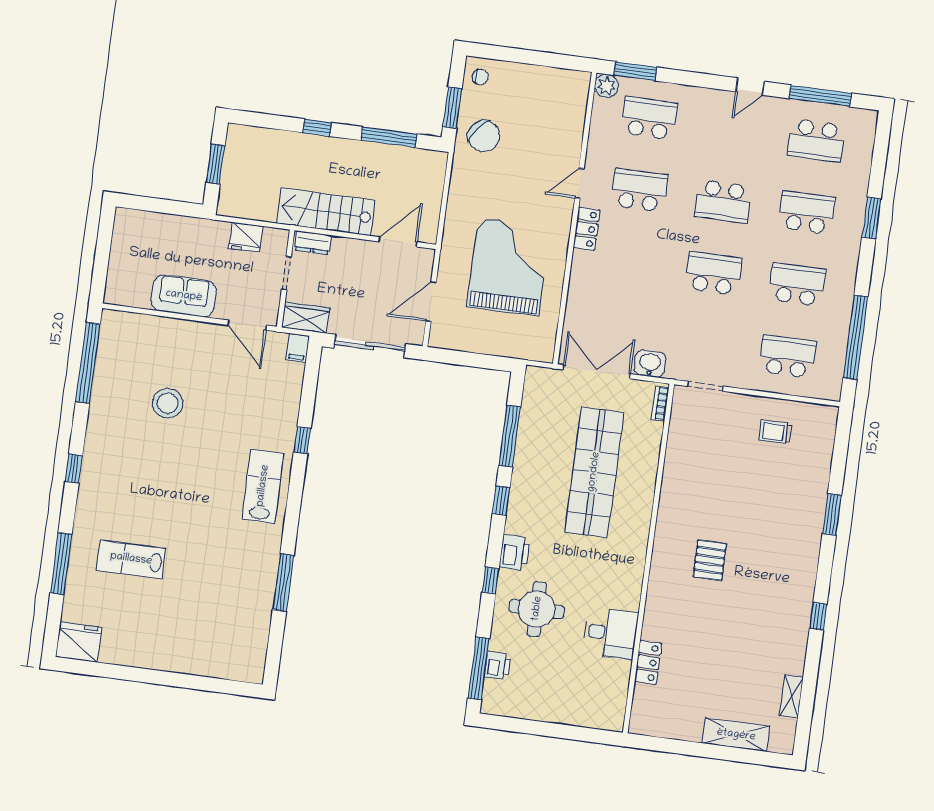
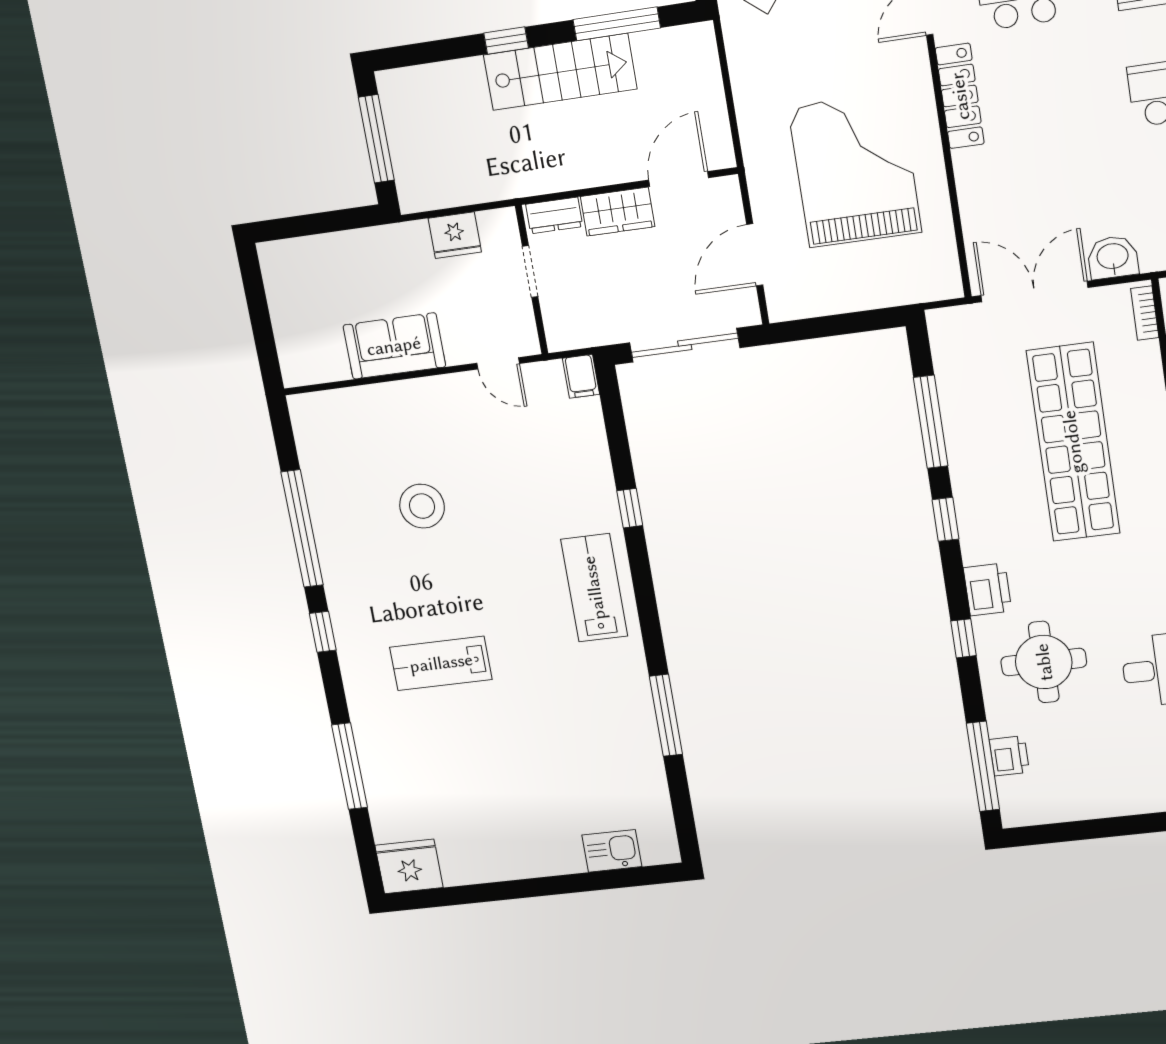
window: (216, 164) -> (376, 139), width x1.44
stairs: (326, 212) -> (560, 72), moved, turned 180
locker: (587, 229) -> (960, 96), width x1.53
wardrobe: (306, 318) -> (618, 212), moved, turned 180
door: (247, 325) -> (498, 363), width x0.73
window: (88, 363) -> (302, 529), moved
lab bench: (131, 559) -> (441, 663), moved
kitchen sink: (219, 665) -> (612, 851), added

